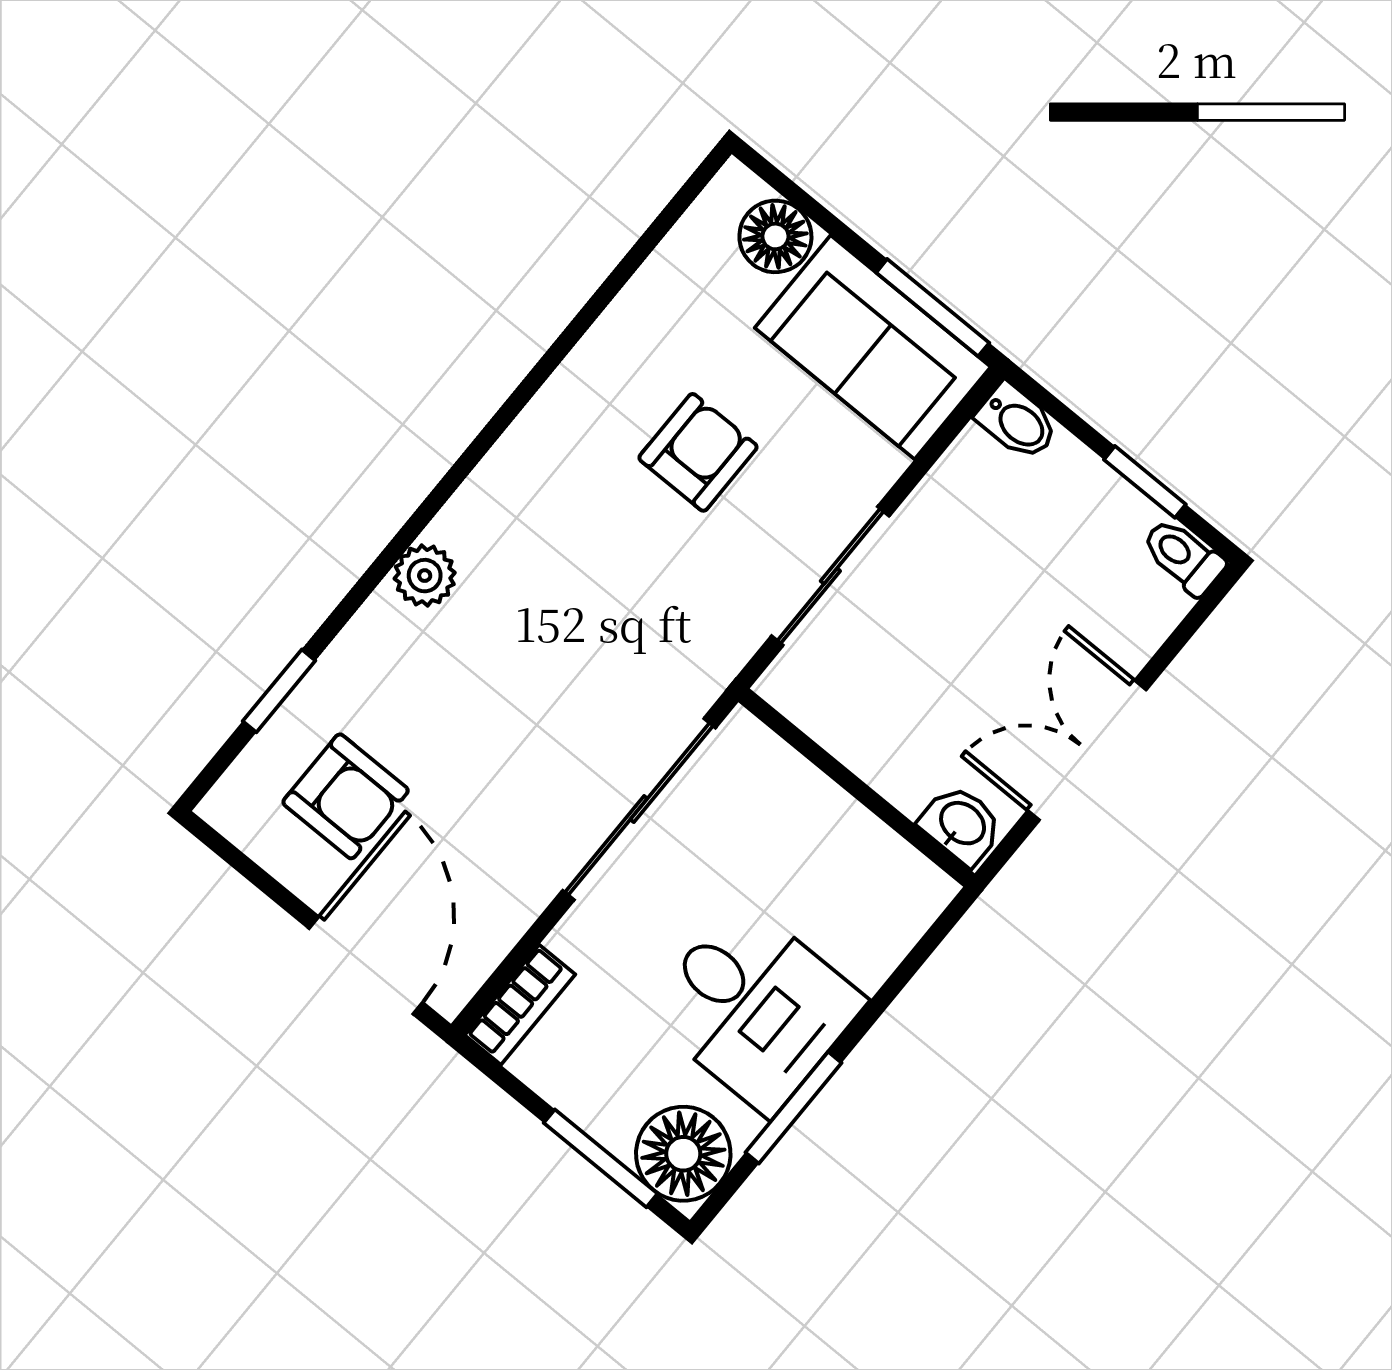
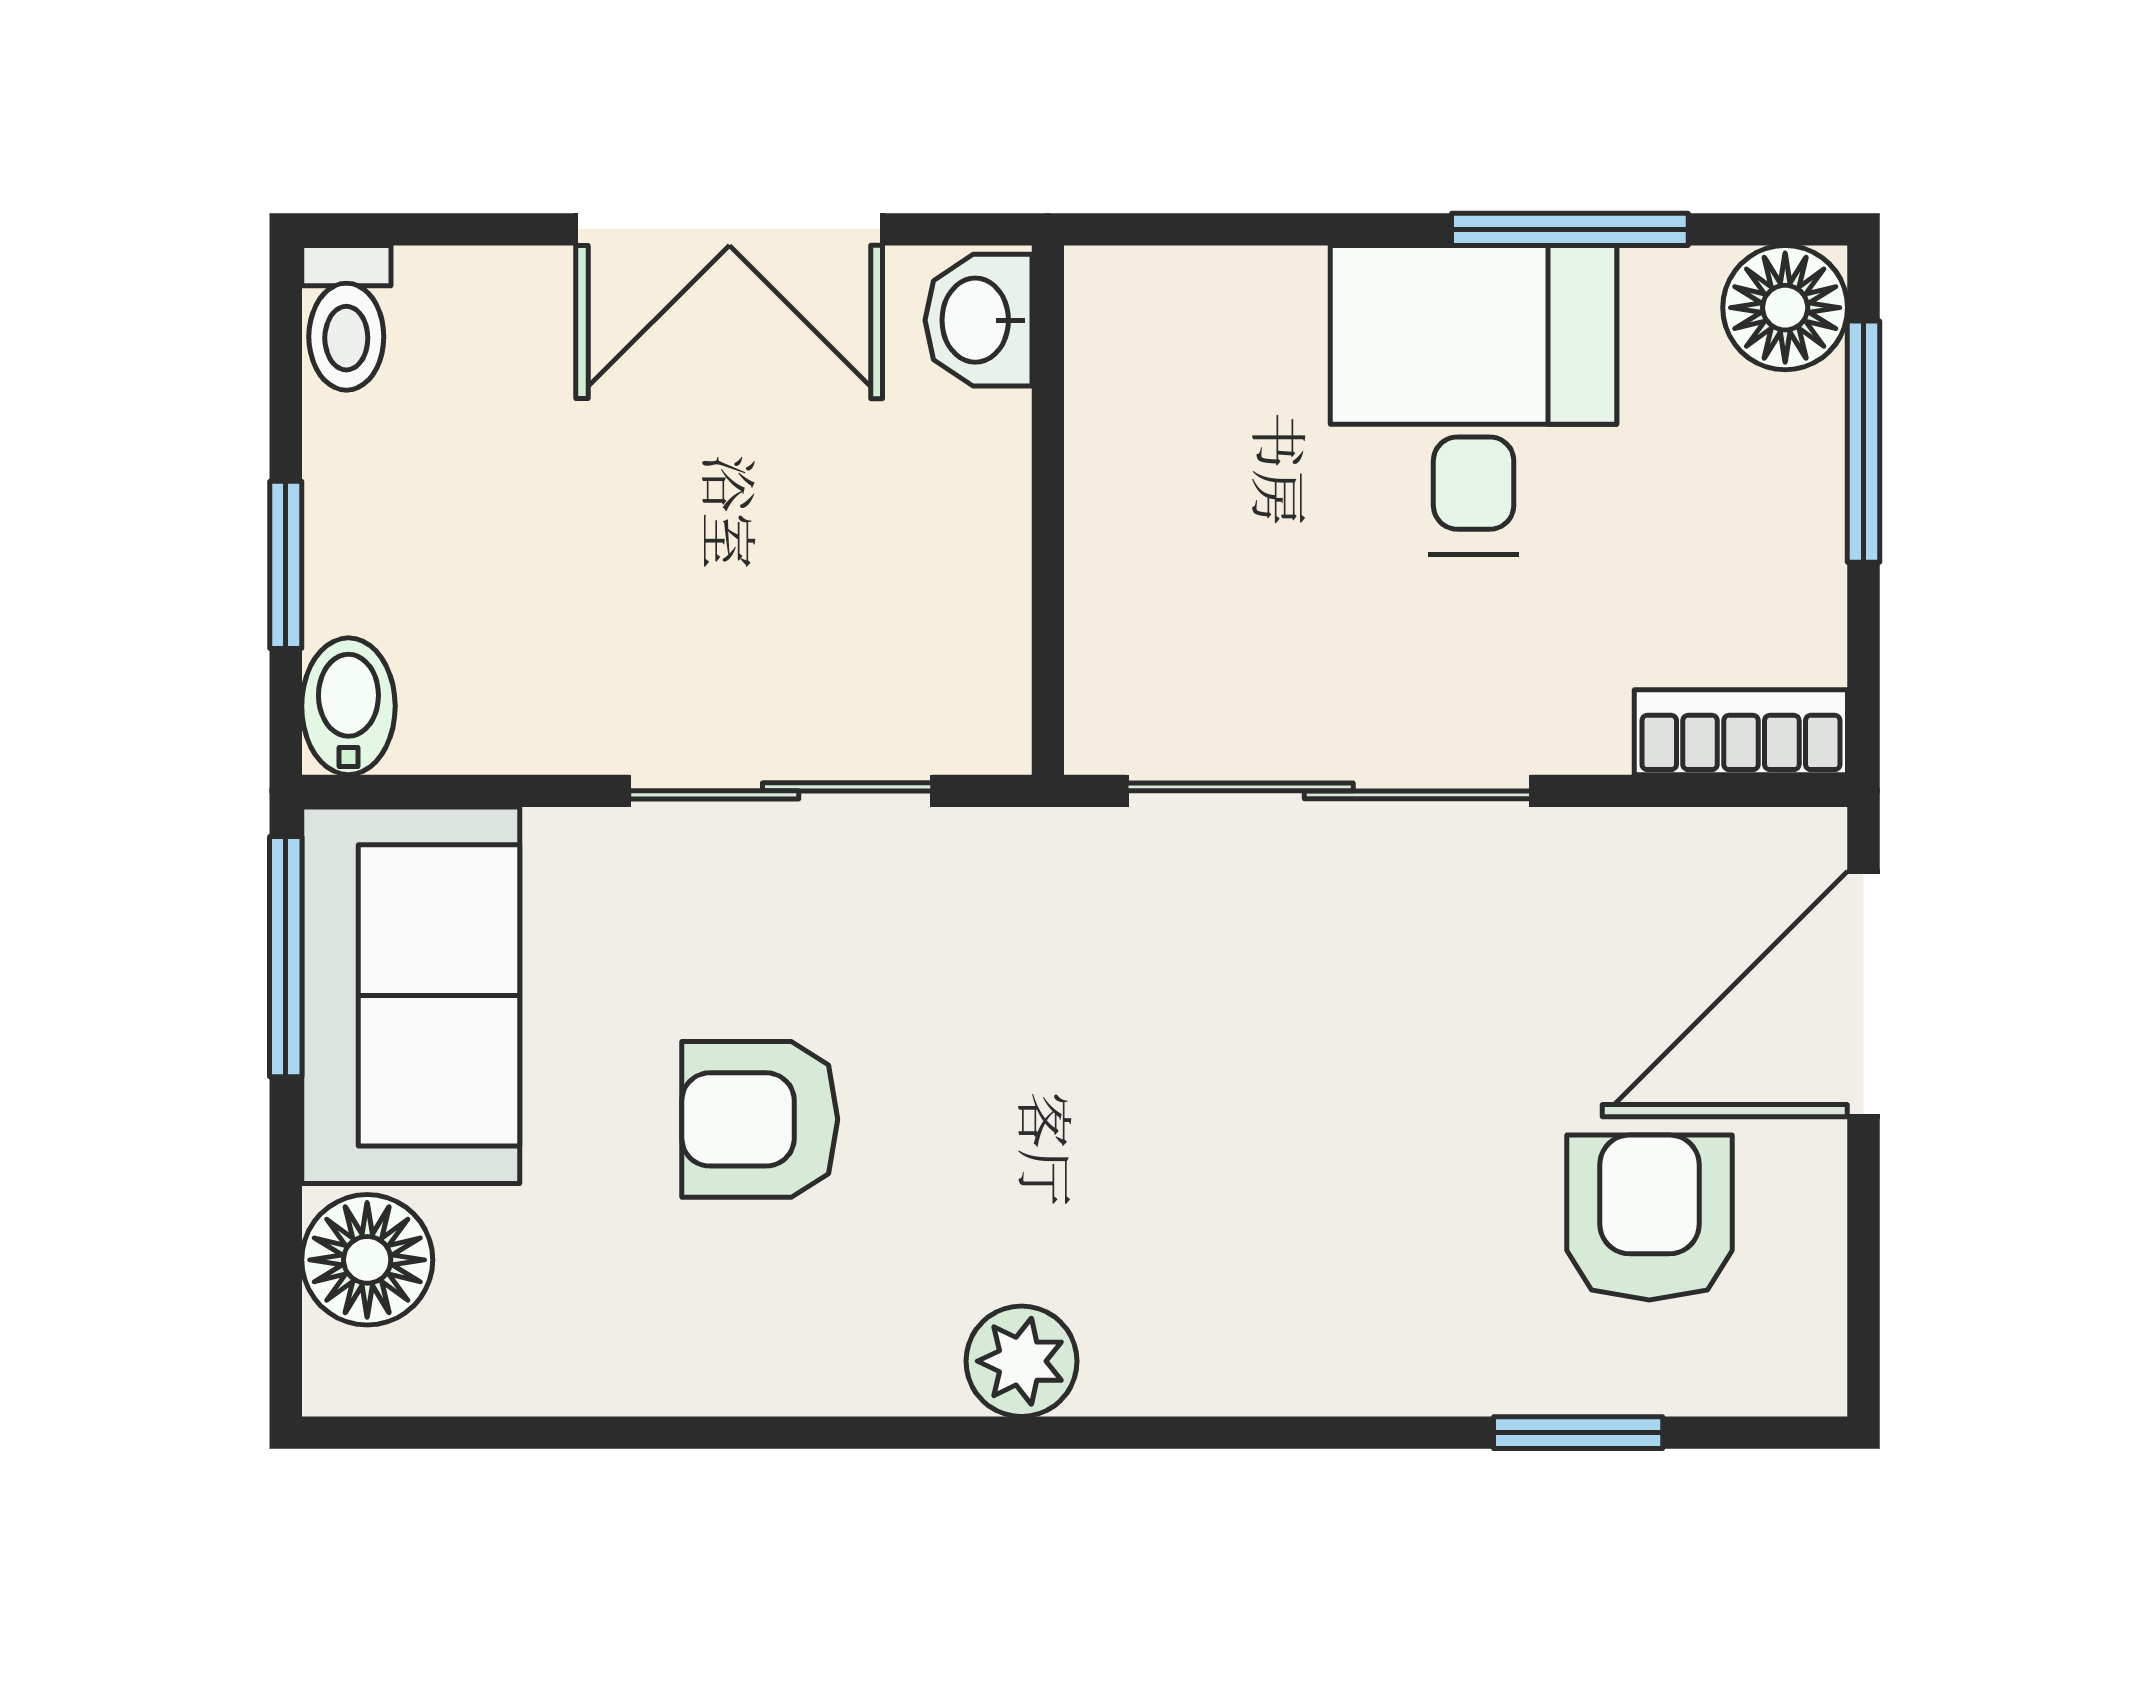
window: (1145, 482) -> (286, 565), moved
plant: (425, 576) -> (1021, 1361), moved
floor lamp: (683, 1154) -> (1785, 308), width x0.73, depth x0.73

